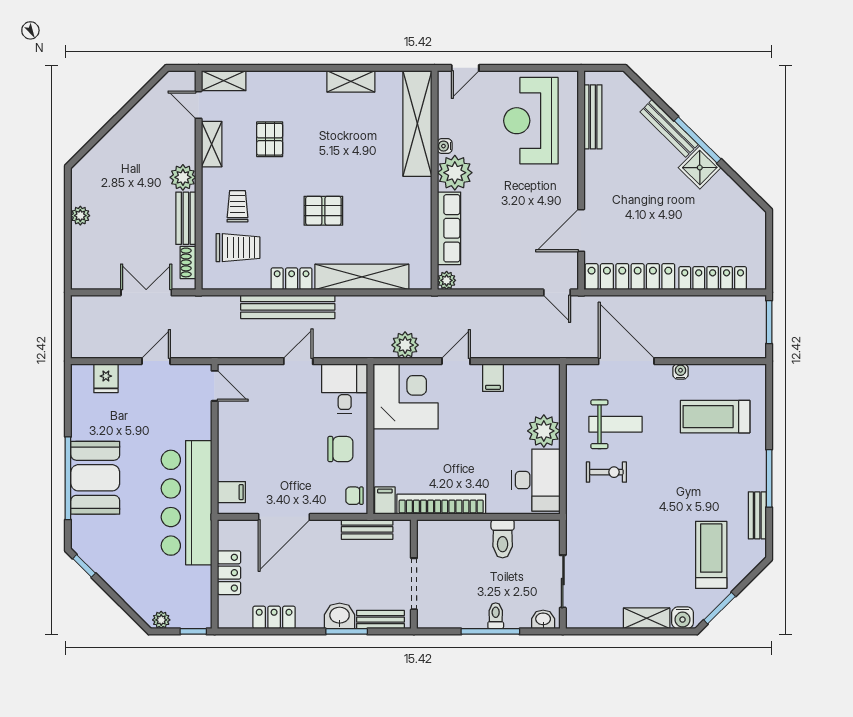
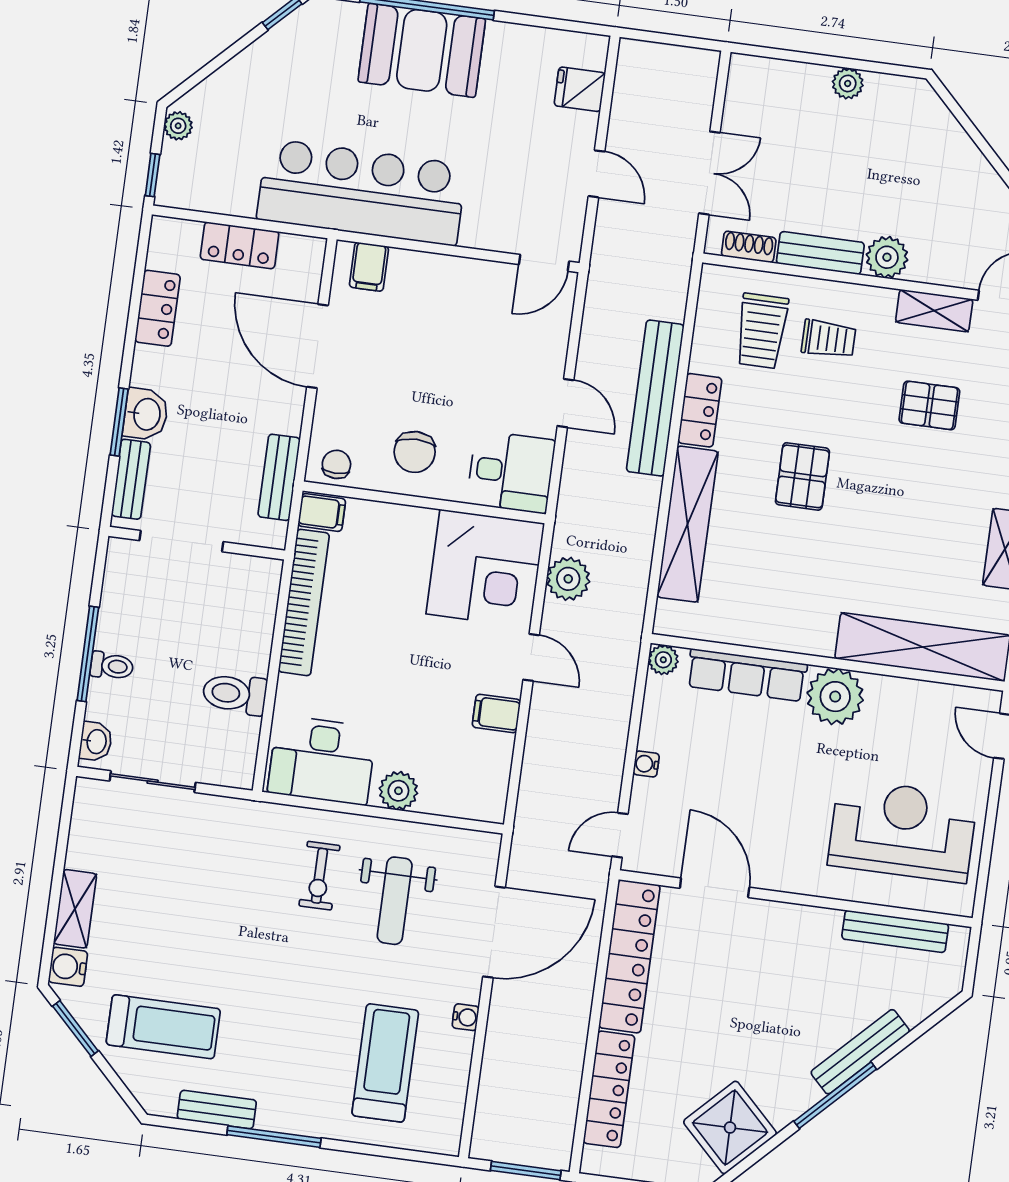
water cooler: (445, 146) -> (646, 764), moved, turned -90
shower: (700, 168) -> (730, 1128), moved, width x1.36, depth x1.36
plant: (544, 431) -> (398, 791), width x0.73, depth x0.73

